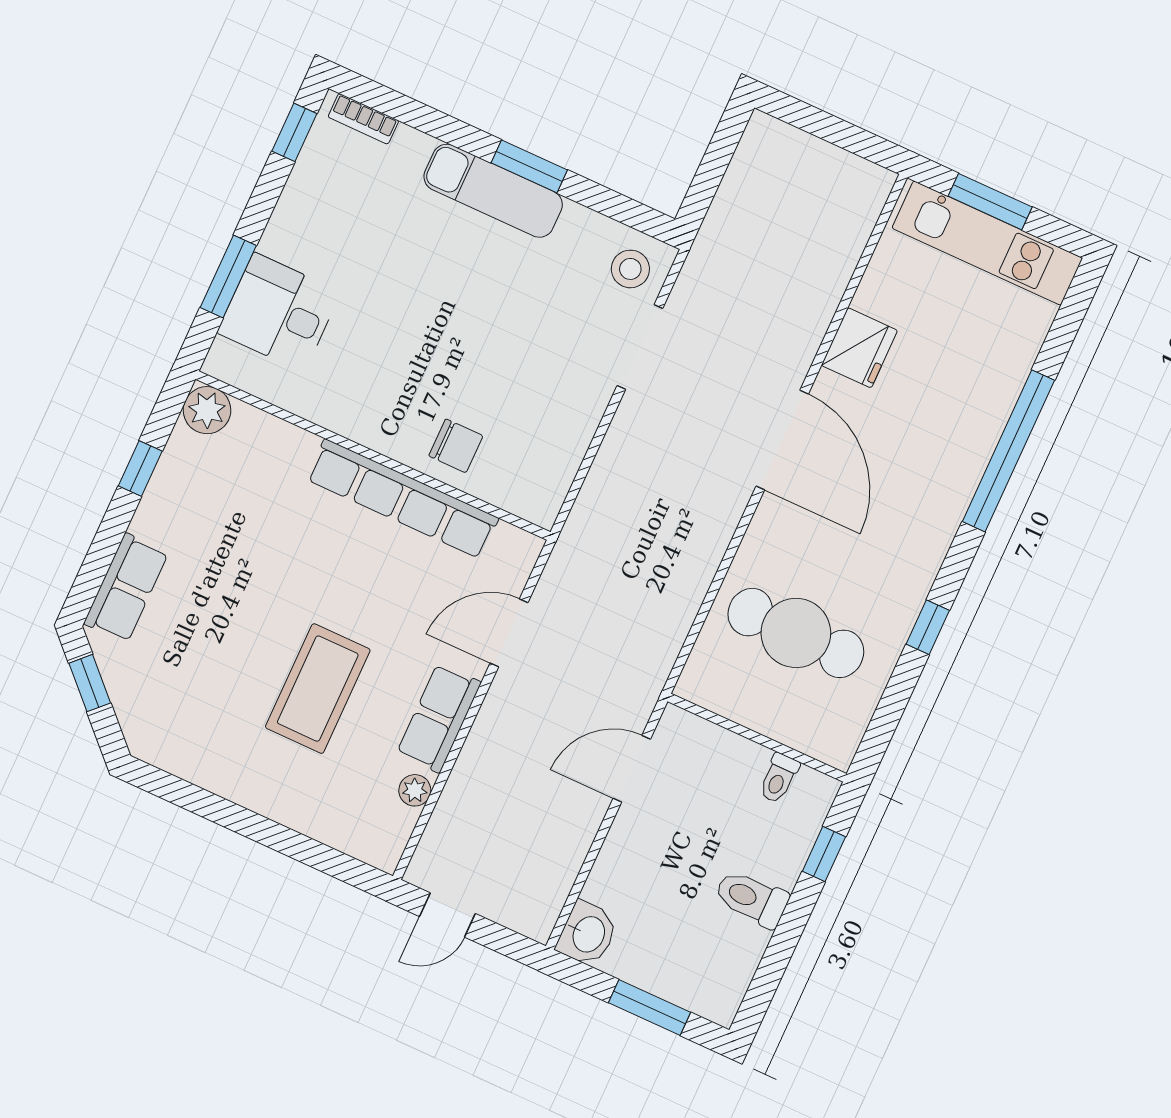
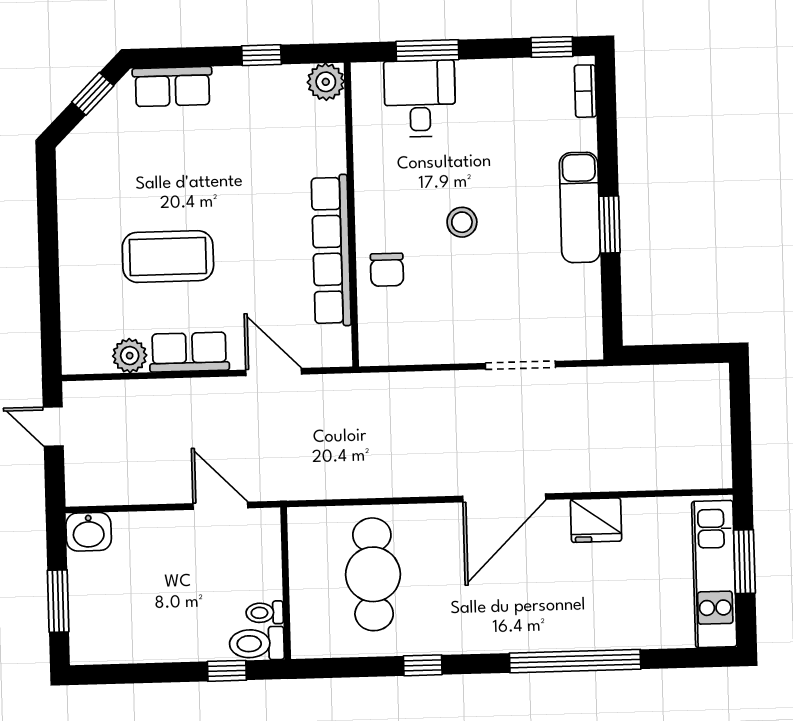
stool: (630, 269) -> (462, 222), moved
plant: (415, 790) -> (130, 356), width x1.38, depth x1.38
toilet: (752, 899) -> (257, 643), moved, turned -90

